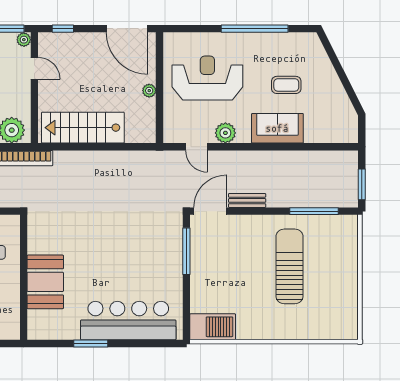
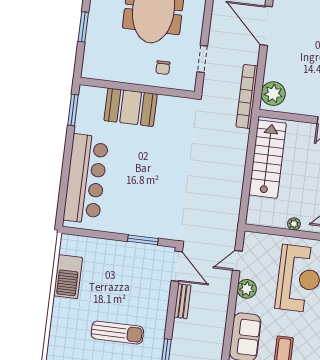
window: (186, 251) -> (143, 240), width x0.69
sun lounger: (289, 266) -> (117, 333), width x0.73, depth x0.75
barbecue: (213, 327) -> (68, 277), moved
window: (91, 343) -> (73, 110), moved

